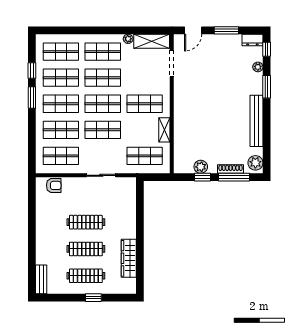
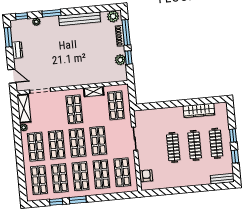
window: (226, 30) -> (8, 37), moved
dresser: (252, 40) -> (17, 50), moved
window: (67, 298) -> (235, 156), added

